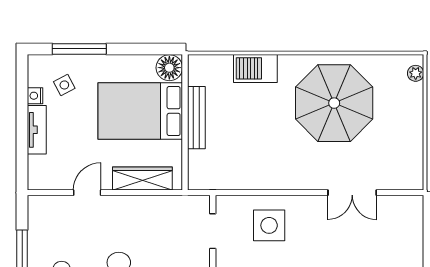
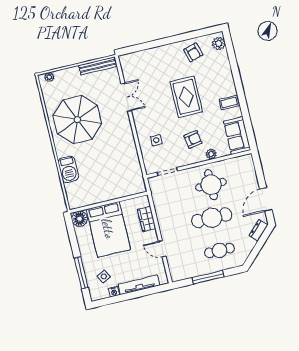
bench: (196, 118) -> (98, 66), moved
tv unit: (37, 130) -> (139, 285), width x1.41
wardrobe: (142, 179) -> (147, 219), width x0.67
side table: (269, 225) -> (156, 140), width x0.54, depth x0.54

